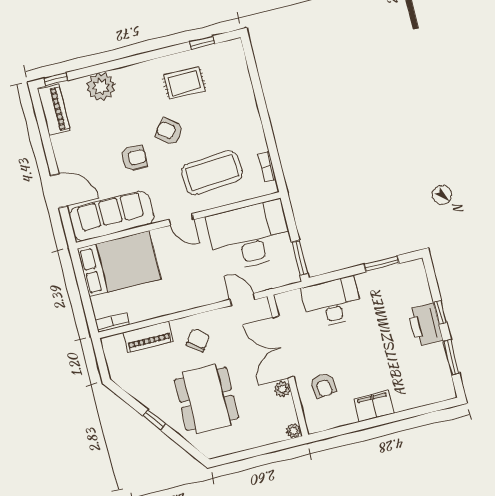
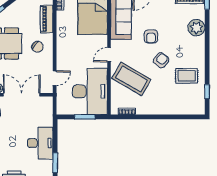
rug: (184, 83) -> (187, 76), turned 90
coffee table: (212, 173) -> (131, 79), turned -56
window: (300, 258) -> (85, 117), moved
desk: (332, 302) -> (40, 143), moved

